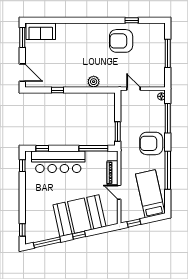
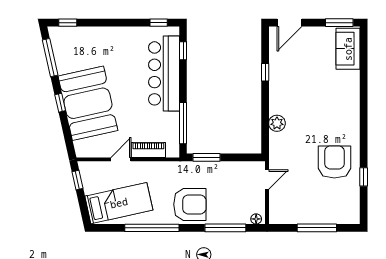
armchair: (151, 143) -> (190, 204), turned 90

